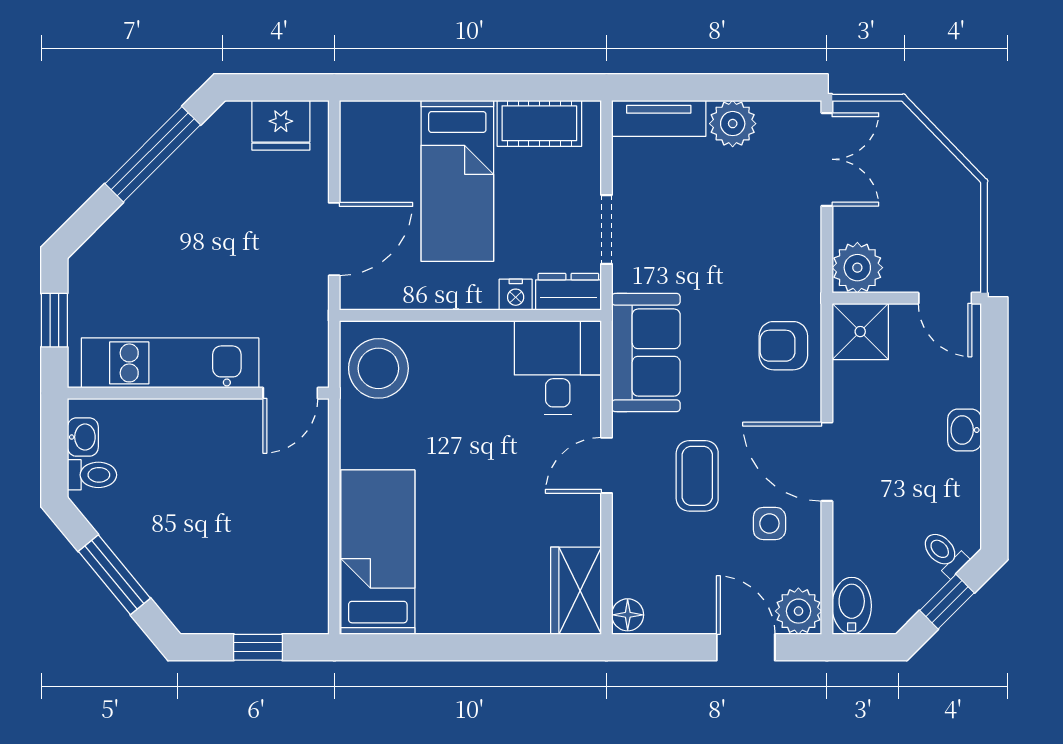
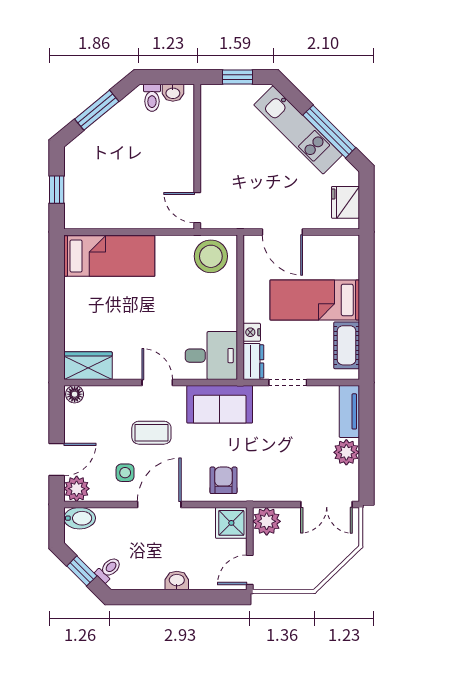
kitchen unit: (170, 363) -> (298, 130), moved, turned 135

